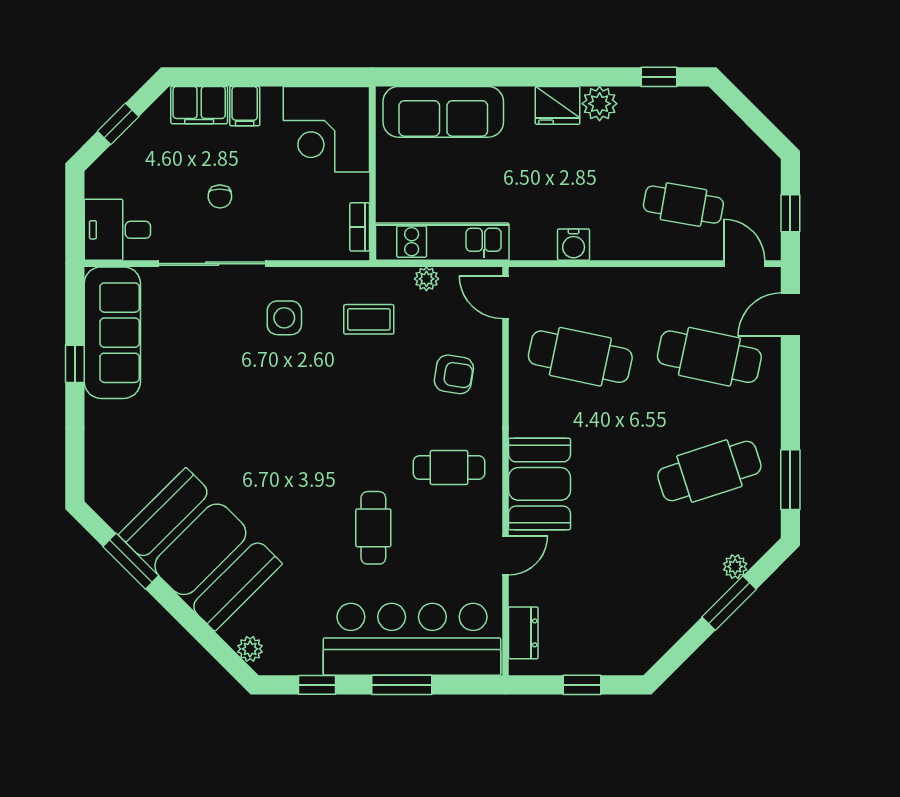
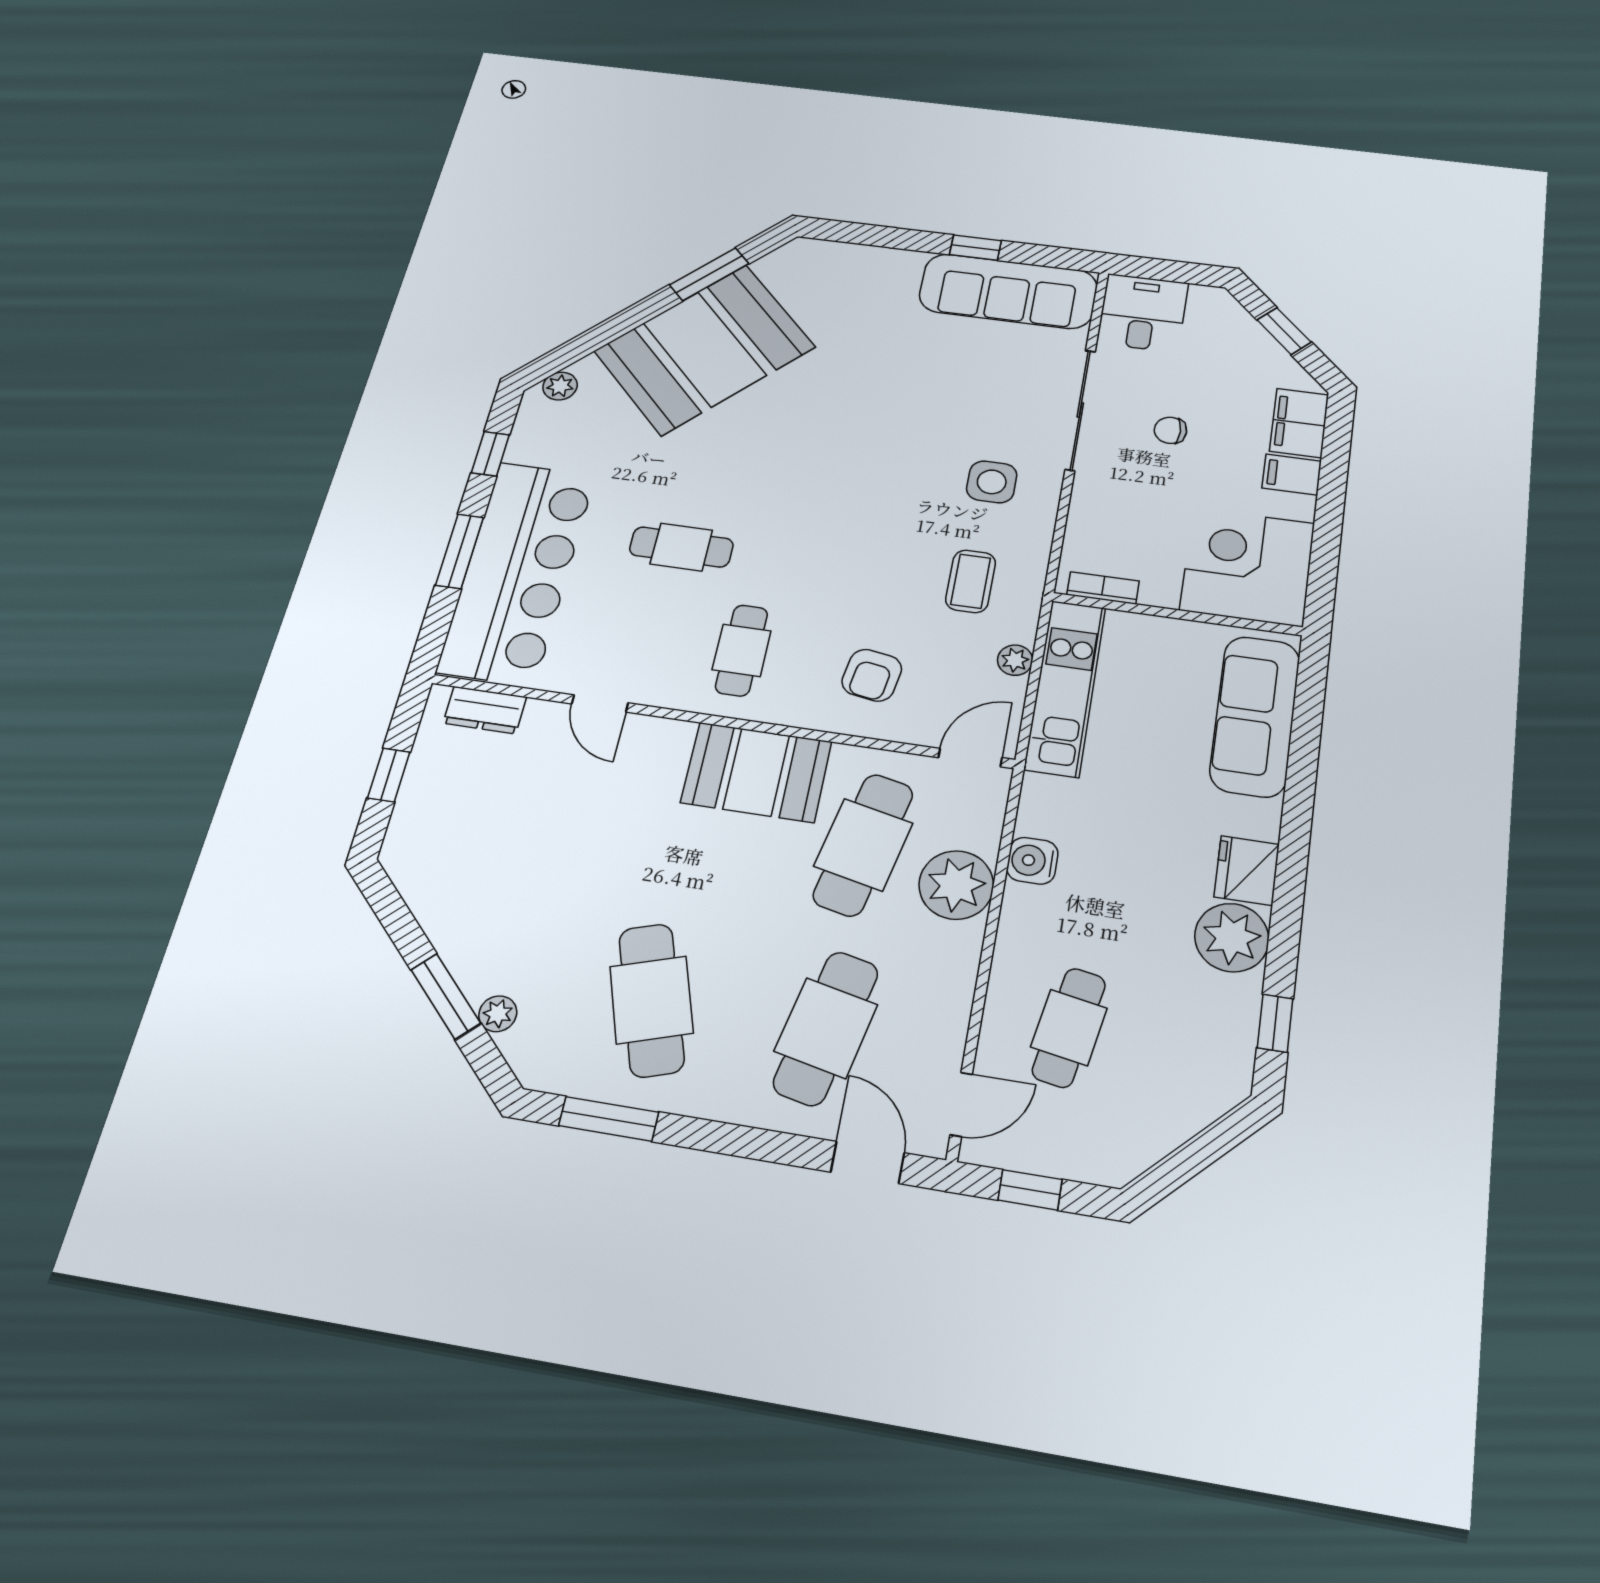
plant: (600, 104) -> (1232, 938), width x1.36, depth x1.36
plant: (599, 291) -> (956, 885), added
booth: (539, 484) -> (756, 772), moved

